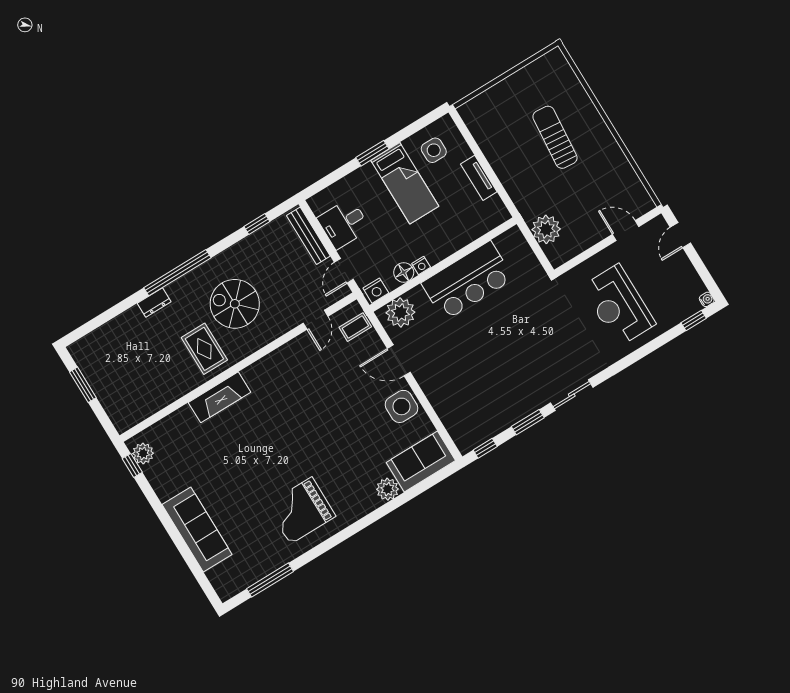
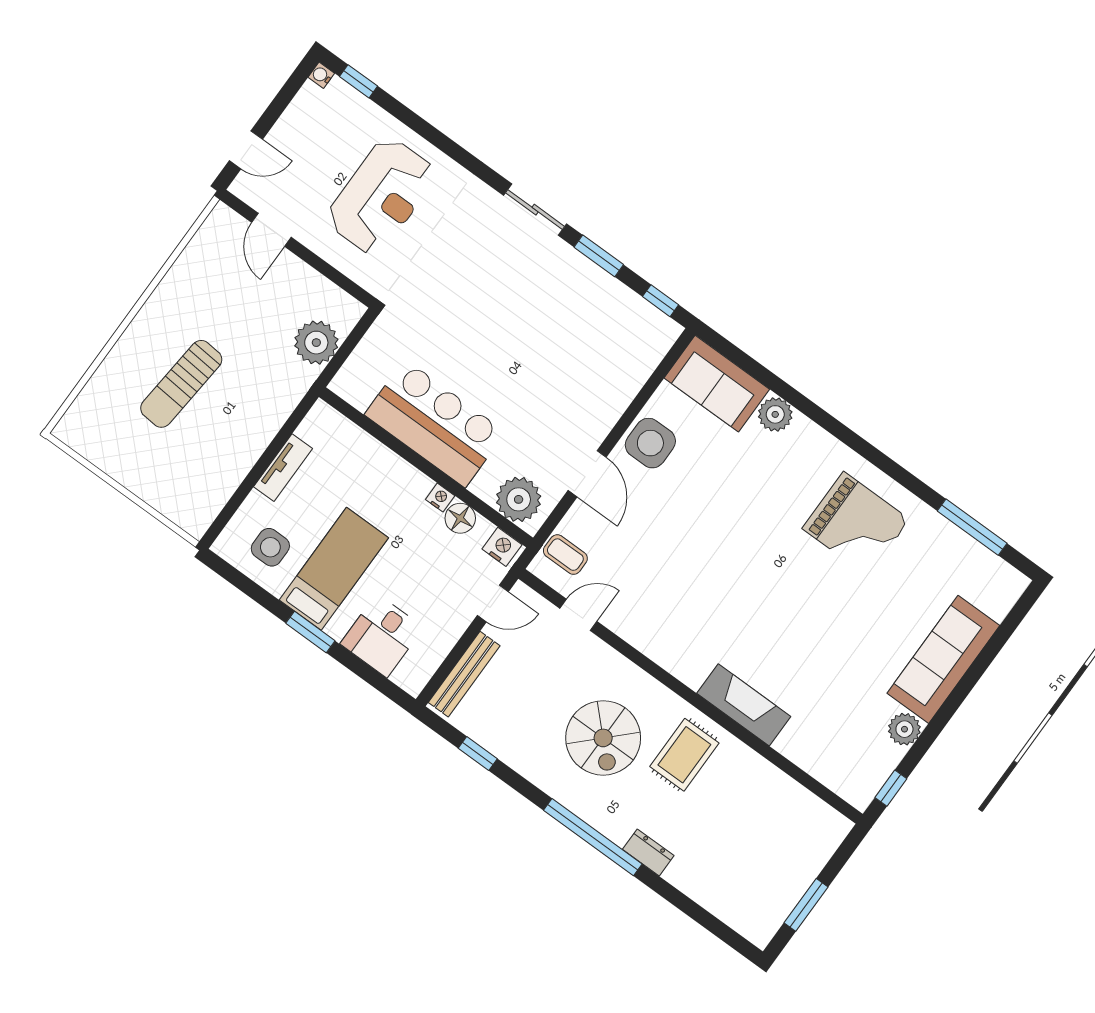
desk: (344, 224) -> (382, 636), moved, turned 90
plant: (143, 453) -> (904, 729), moved

